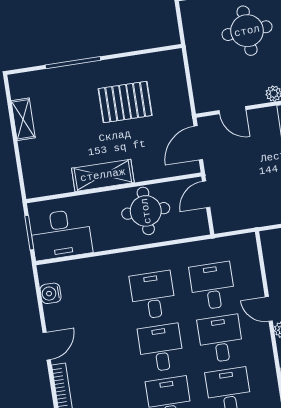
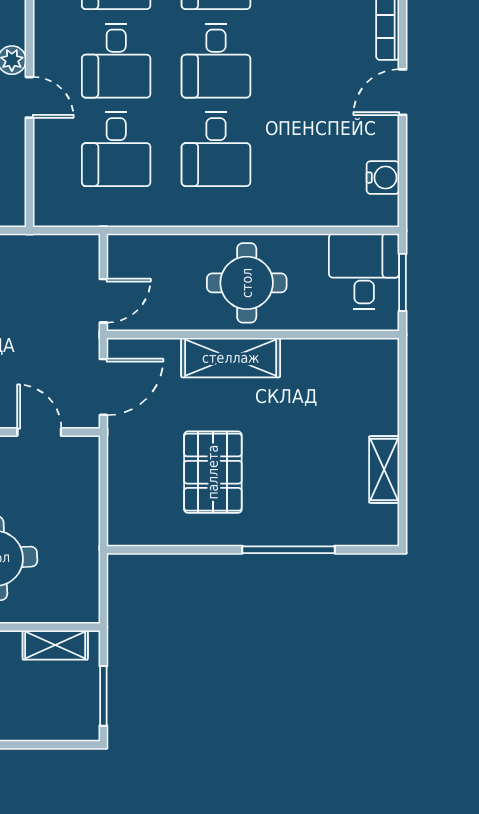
pallet: (125, 102) -> (213, 472), turned 90
shelving: (103, 175) -> (231, 358), moved
round table: (146, 211) -> (247, 283), moved
desk: (61, 234) -> (364, 272), width x0.73

